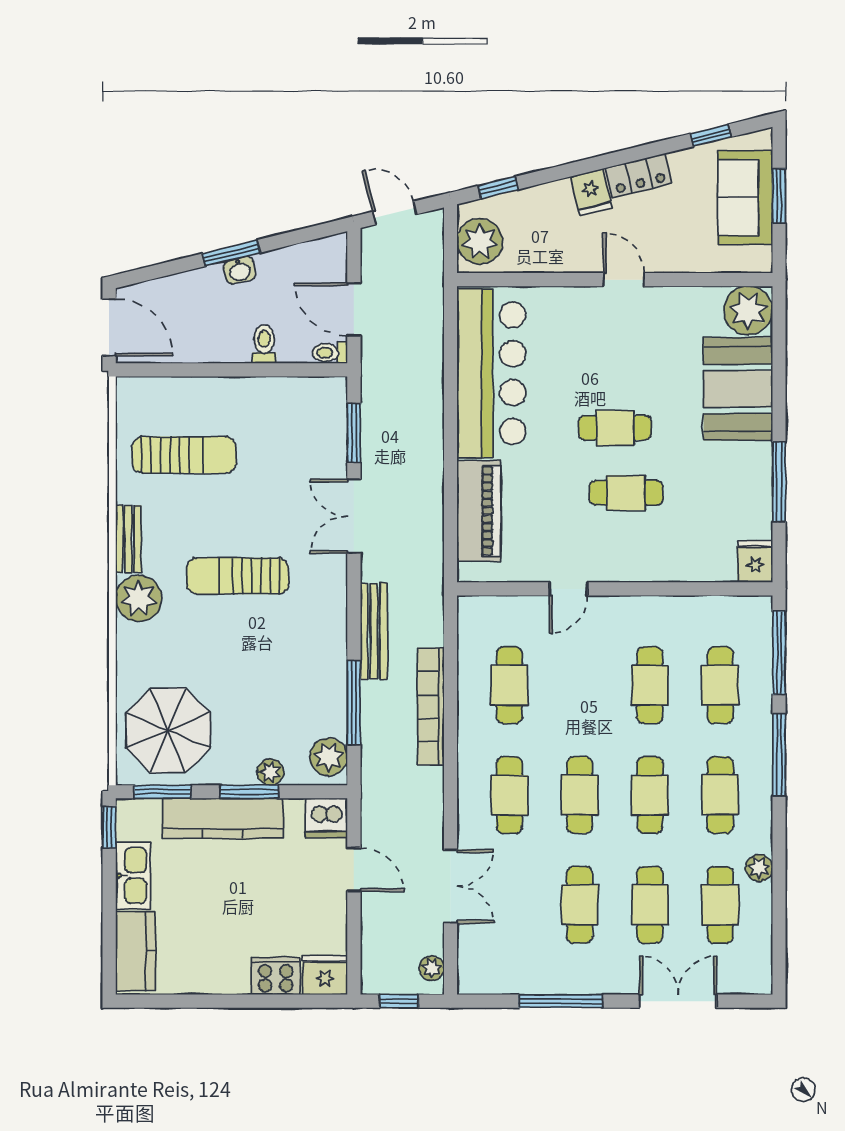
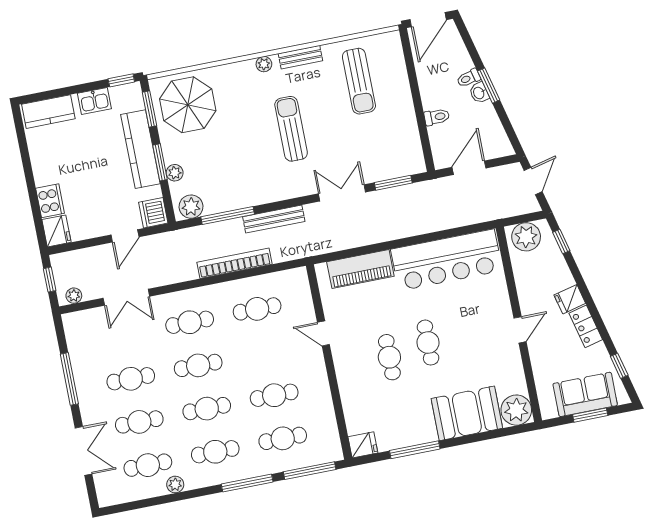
toilet: (330, 353) -> (469, 78), moved, turned -104
plant: (139, 599) -> (264, 64), width x0.53, depth x0.53
kitchen sink: (133, 876) -> (94, 101), width x0.73

